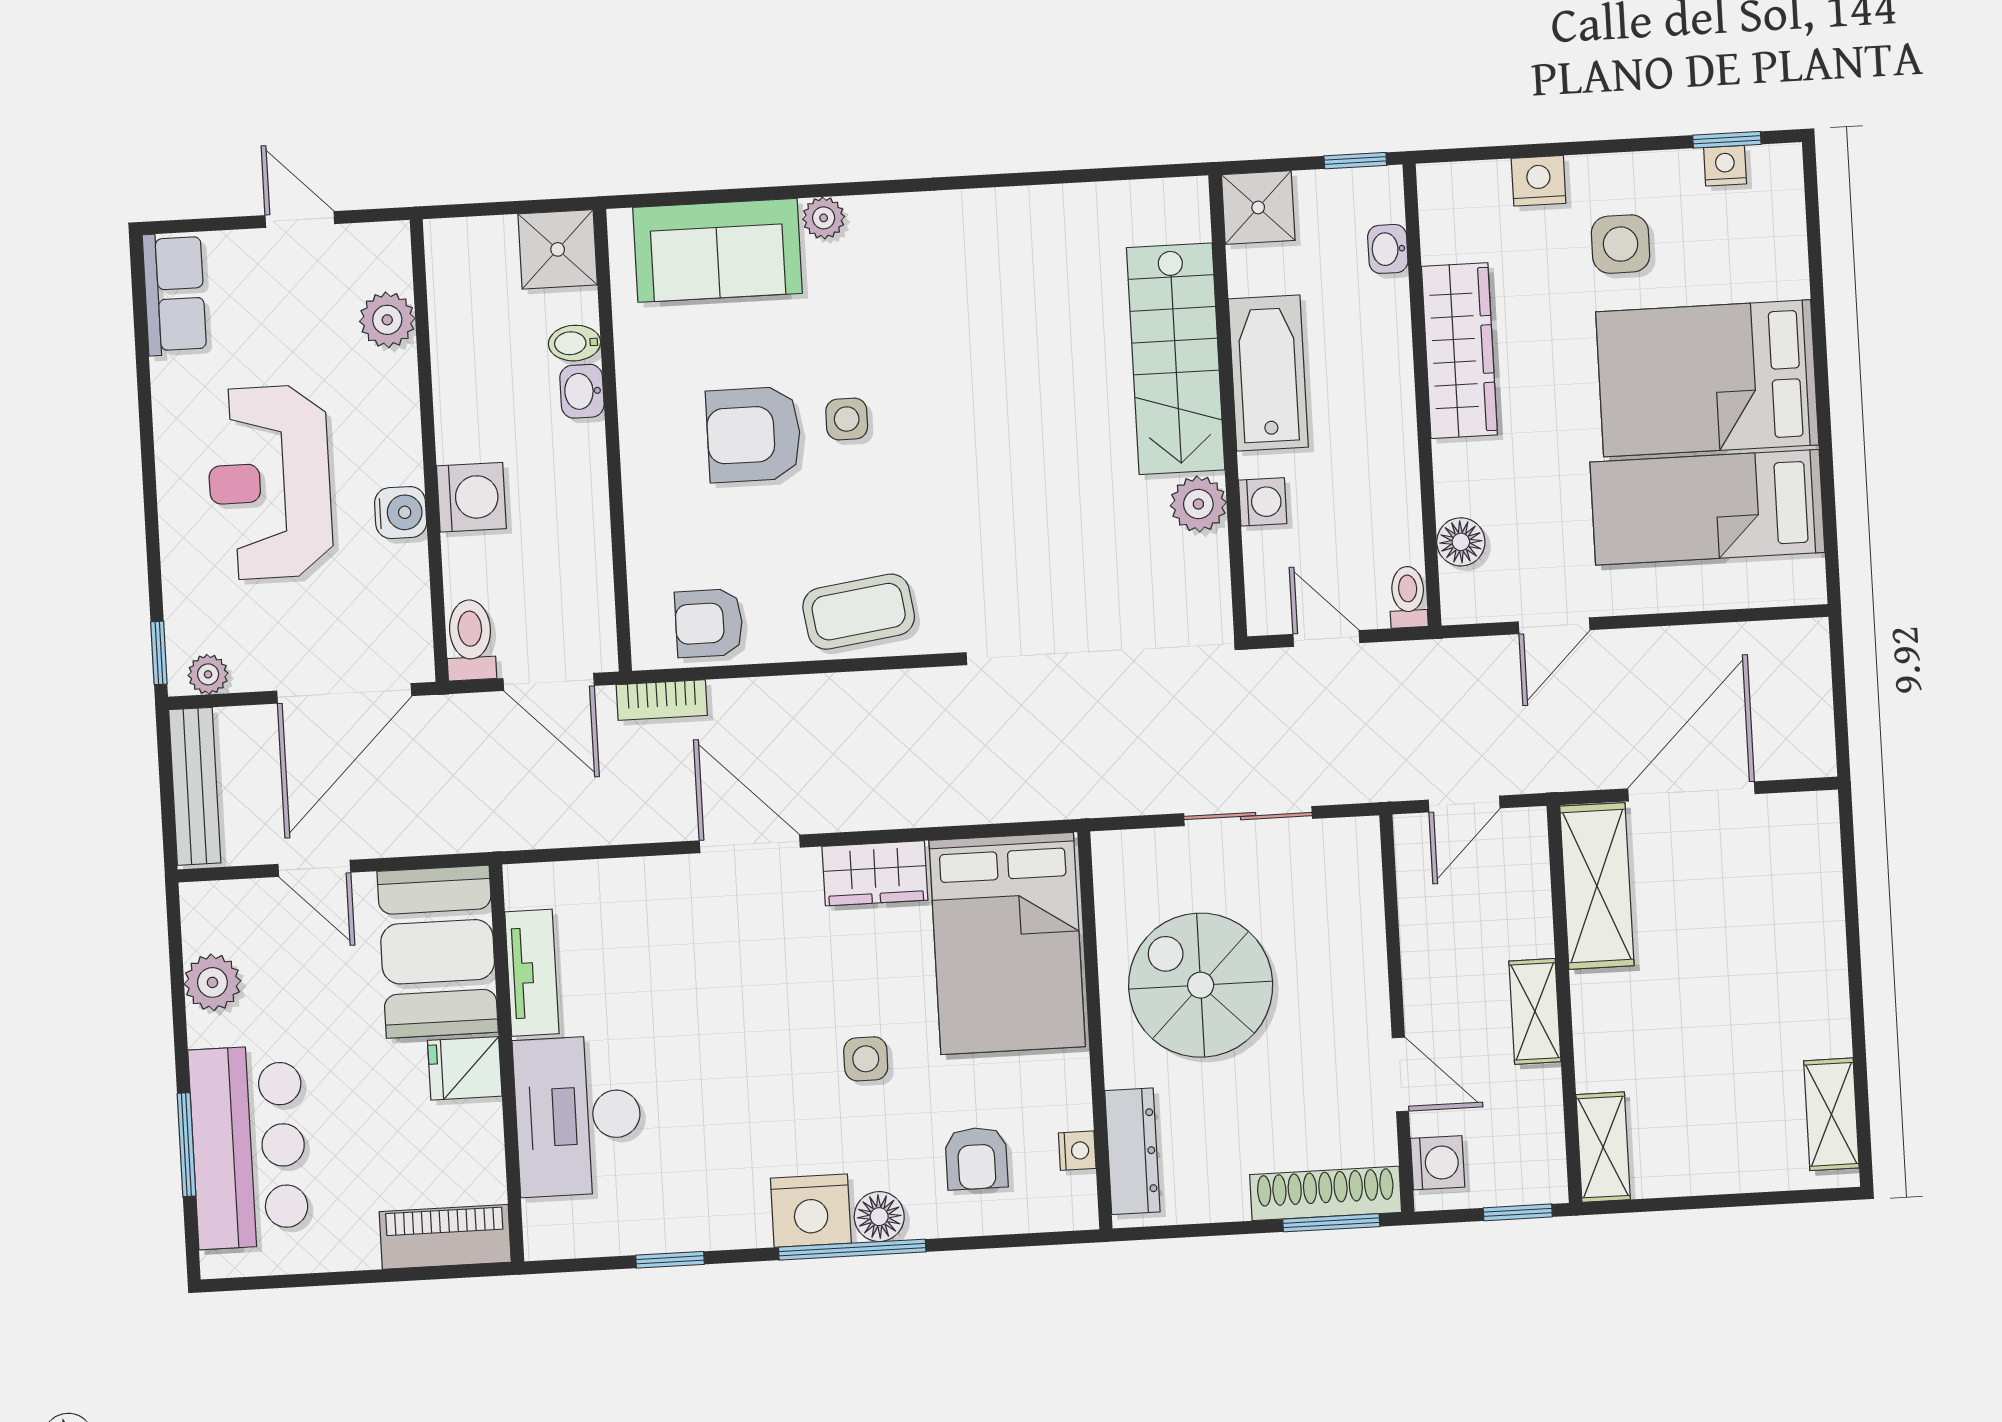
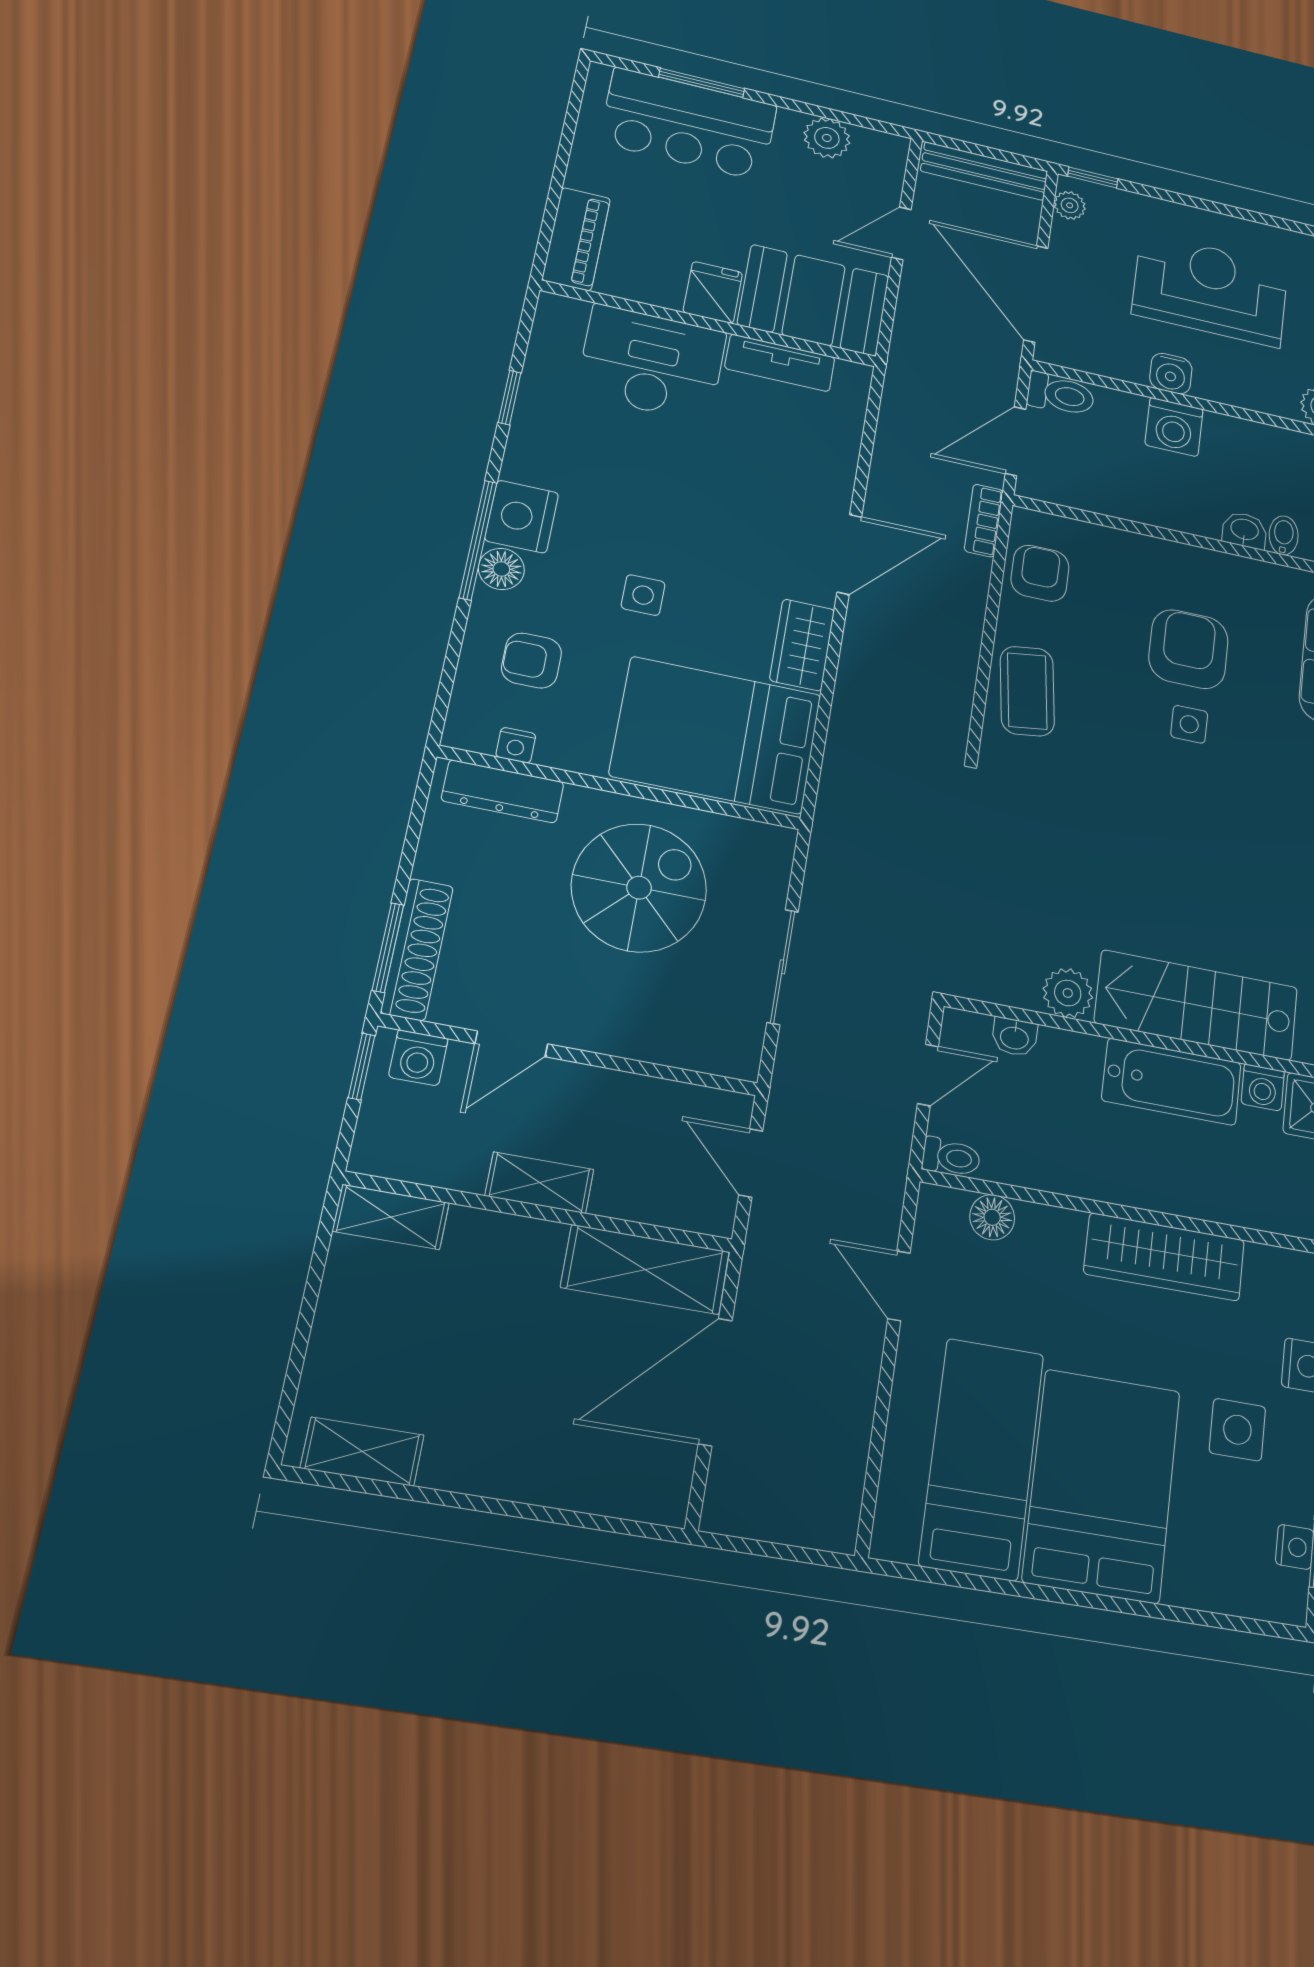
washbasin: (1388, 249) -> (1014, 1037), moved, turned 180
washing machine: (1263, 502) -> (1263, 1087), moved
door: (1691, 791) -> (715, 1382), swing flipped
window: (1518, 1212) -> (362, 1067), moved

